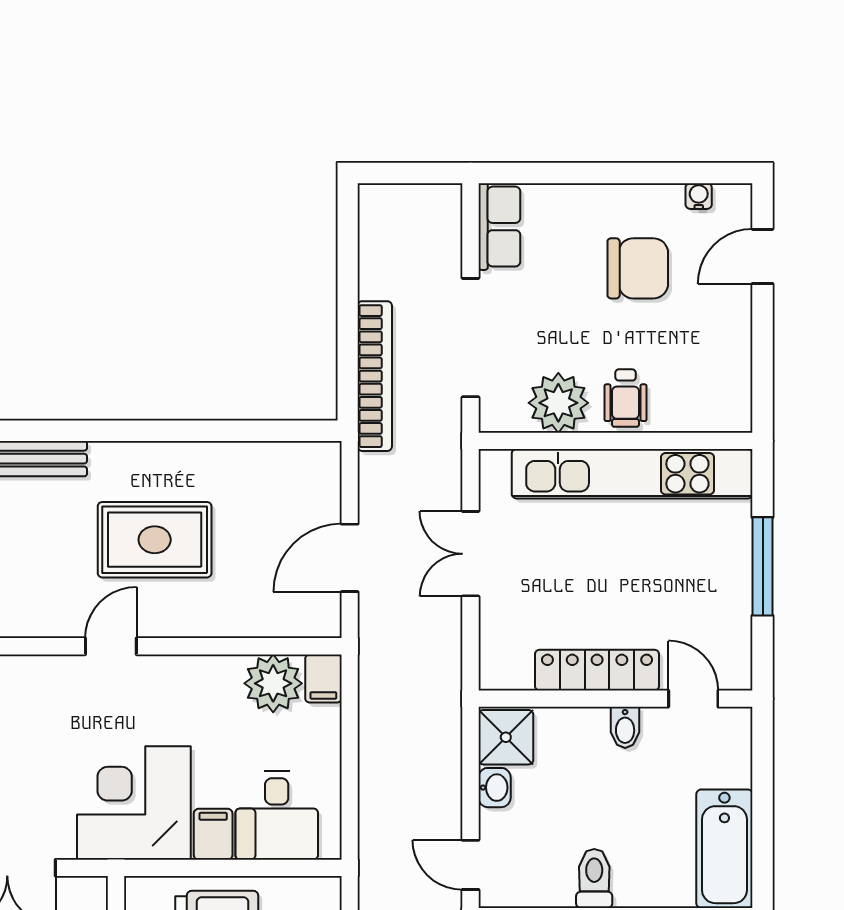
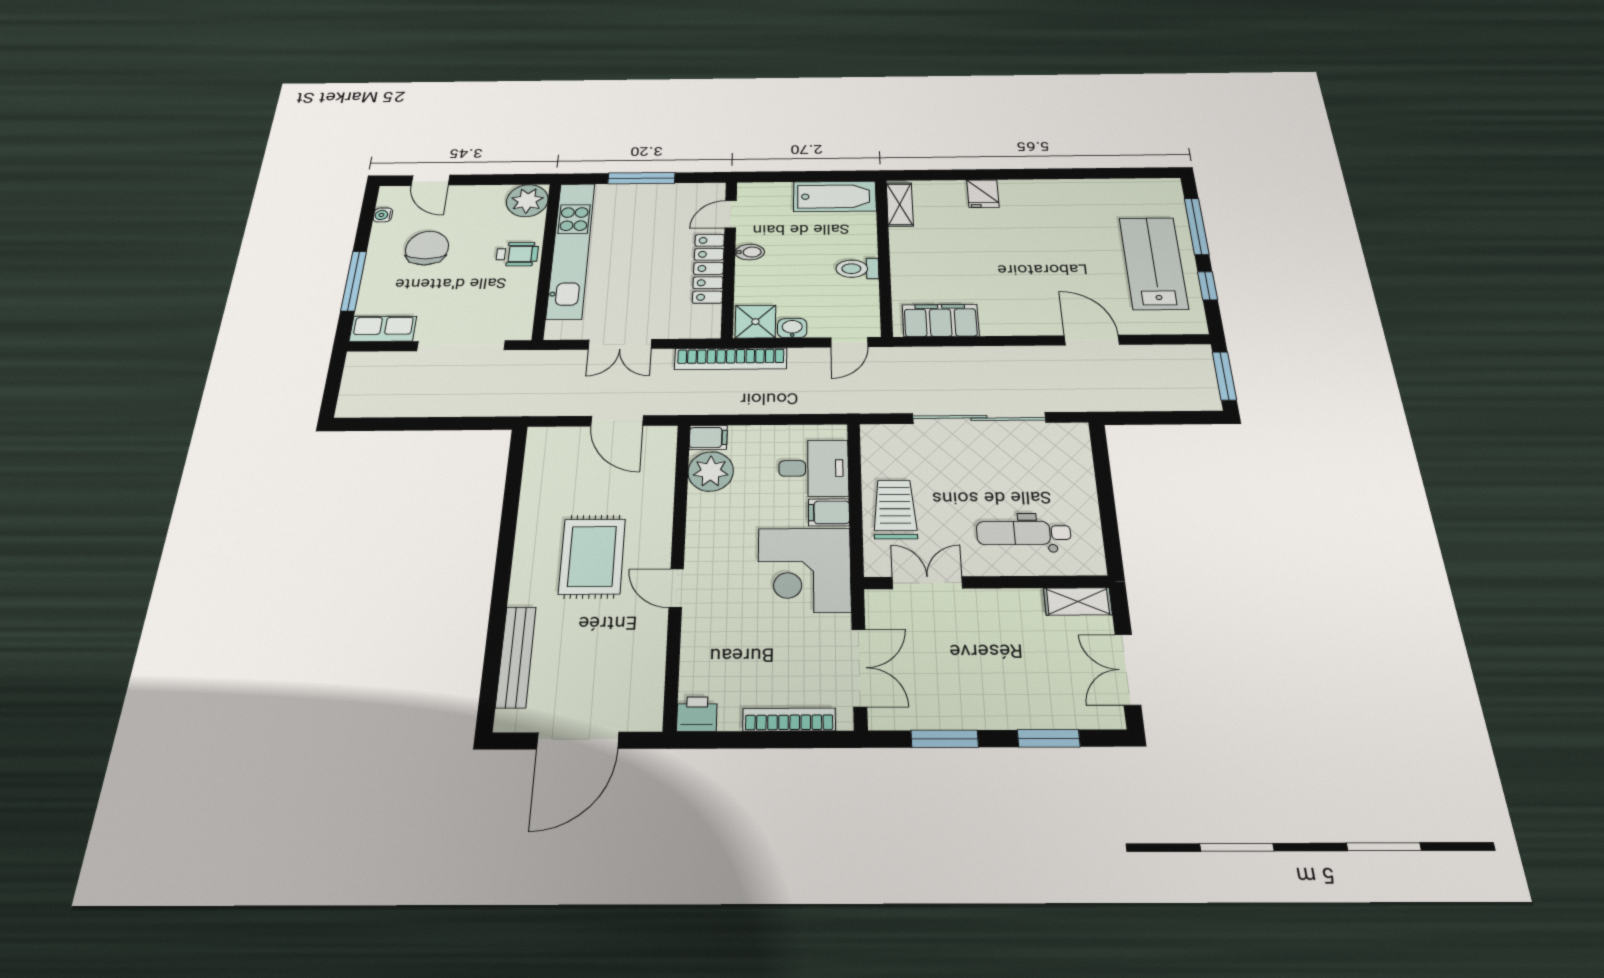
window: (581, 173) -> (354, 281), added
bookcase: (375, 376) -> (731, 359), moved, turned 180
plant: (558, 403) -> (527, 201), moved

